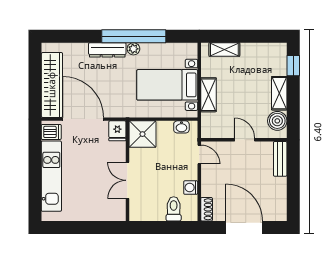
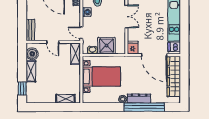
window: (134, 36) -> (144, 107), moved
shelving: (208, 95) -> (75, 54), moved
shower: (142, 134) -> (106, 46), moved

